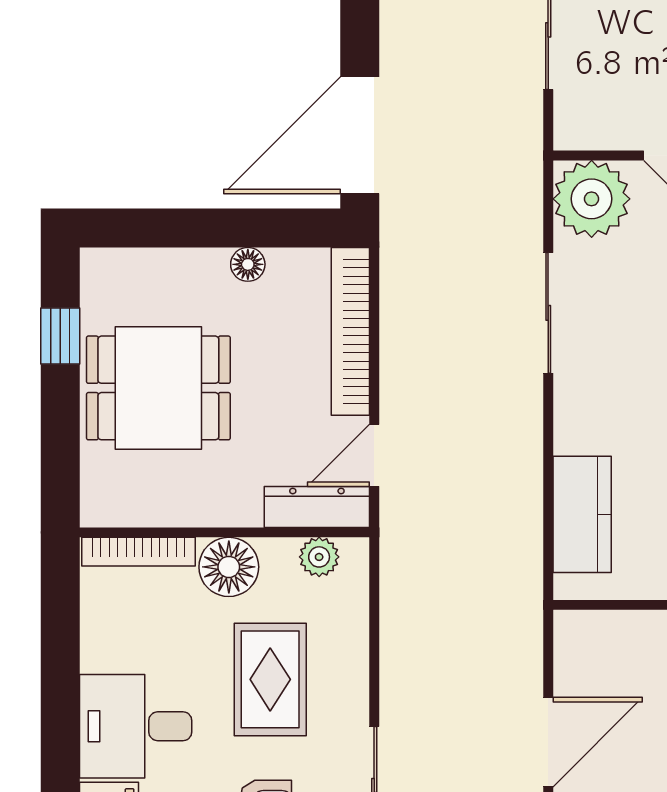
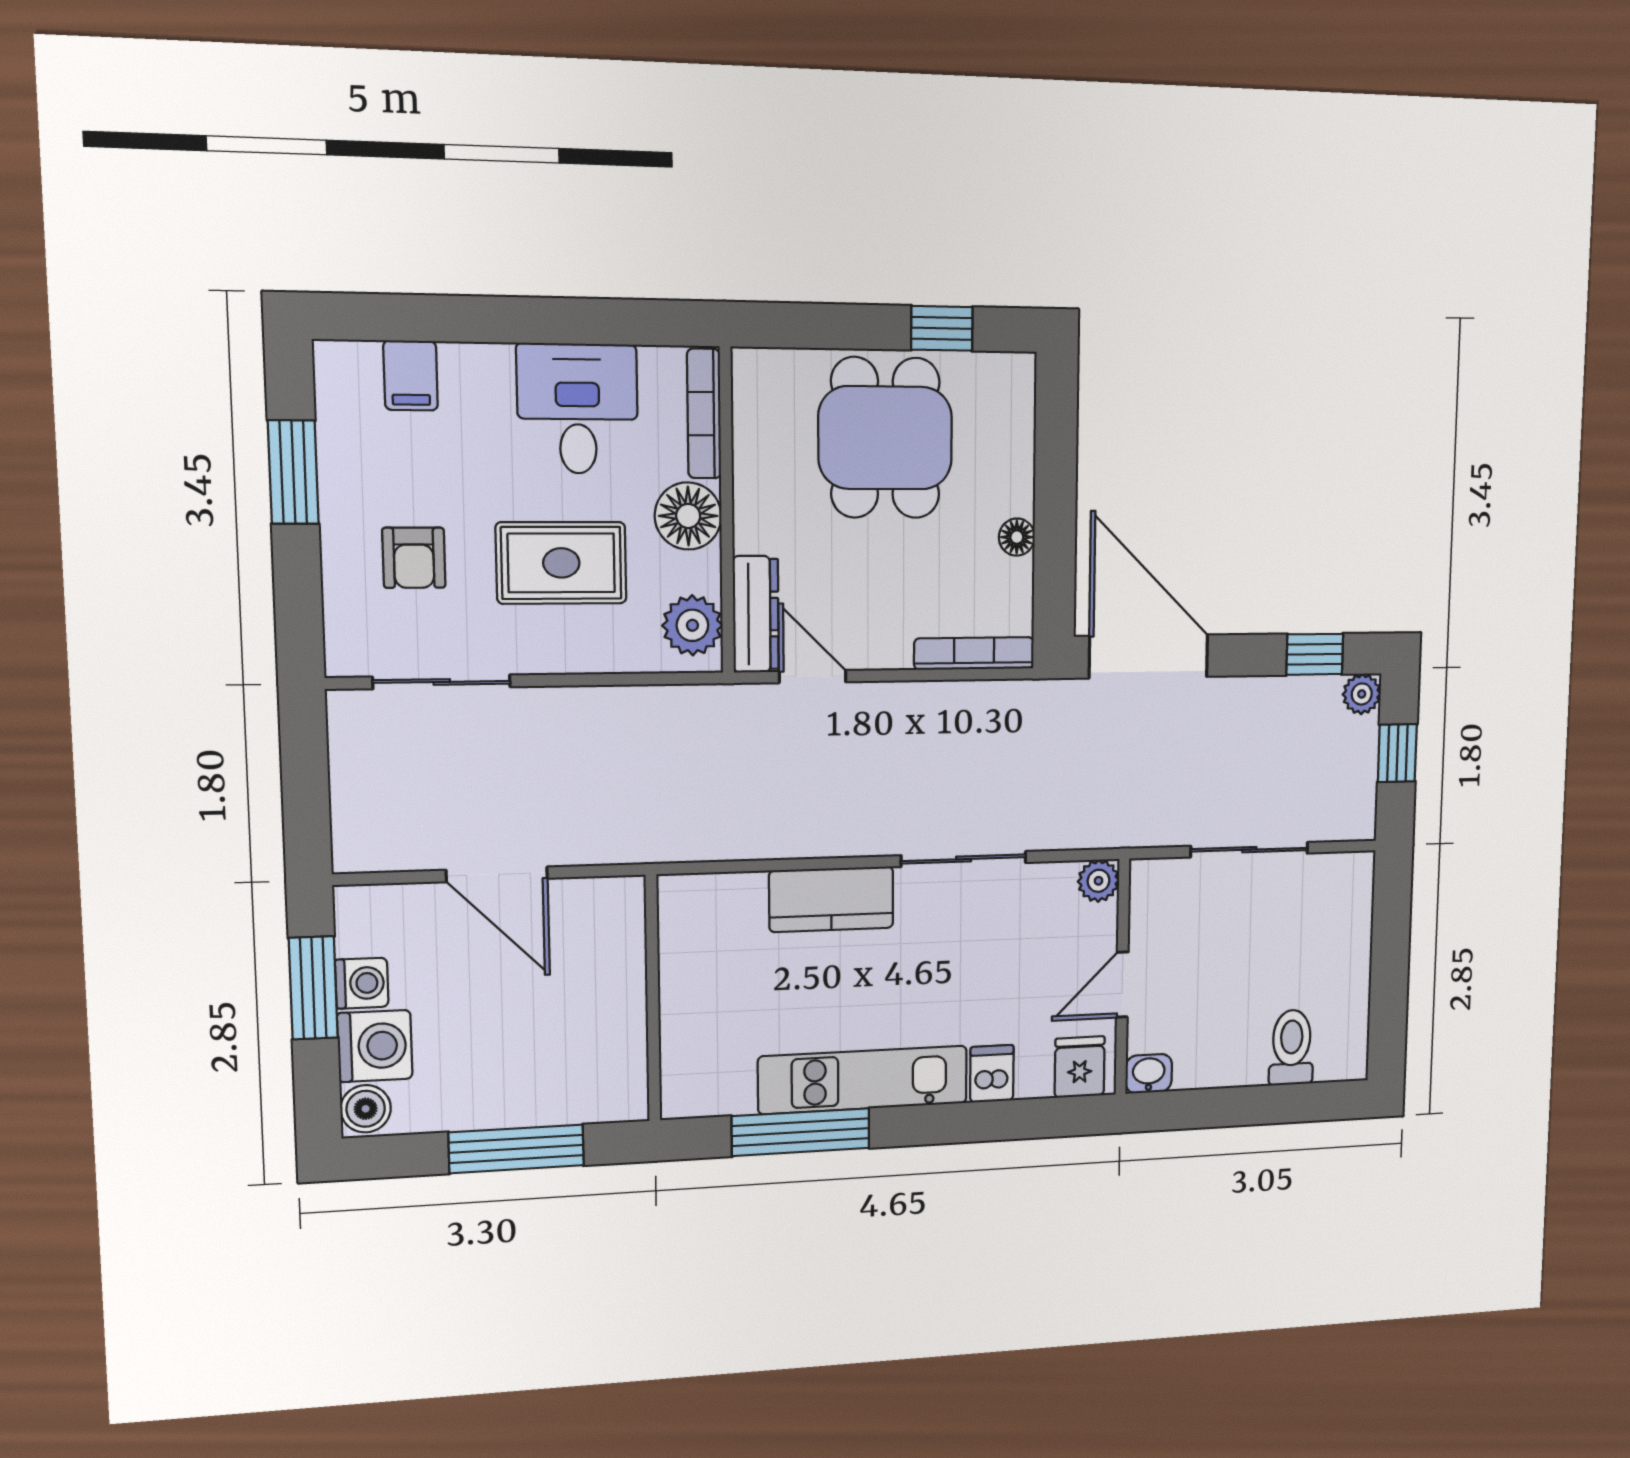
plant: (592, 199) -> (1099, 881), width x0.53, depth x0.53
bookcase: (350, 331) -> (974, 653), width x0.68, depth x0.76
kitchen counter: (582, 514) -> (831, 899), moved
plant: (319, 557) -> (692, 625), width x1.38, depth x1.38
desk: (136, 726) -> (578, 409), moved

